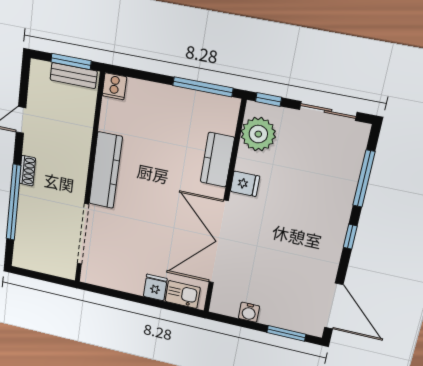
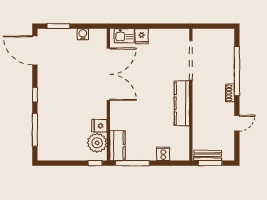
cooker: (114, 86) -> (163, 154), moved
sliding door: (328, 111) -> (62, 163), removed
kitchen counter: (217, 160) -> (117, 146), moved
fridge: (245, 184) -> (99, 126), moved

